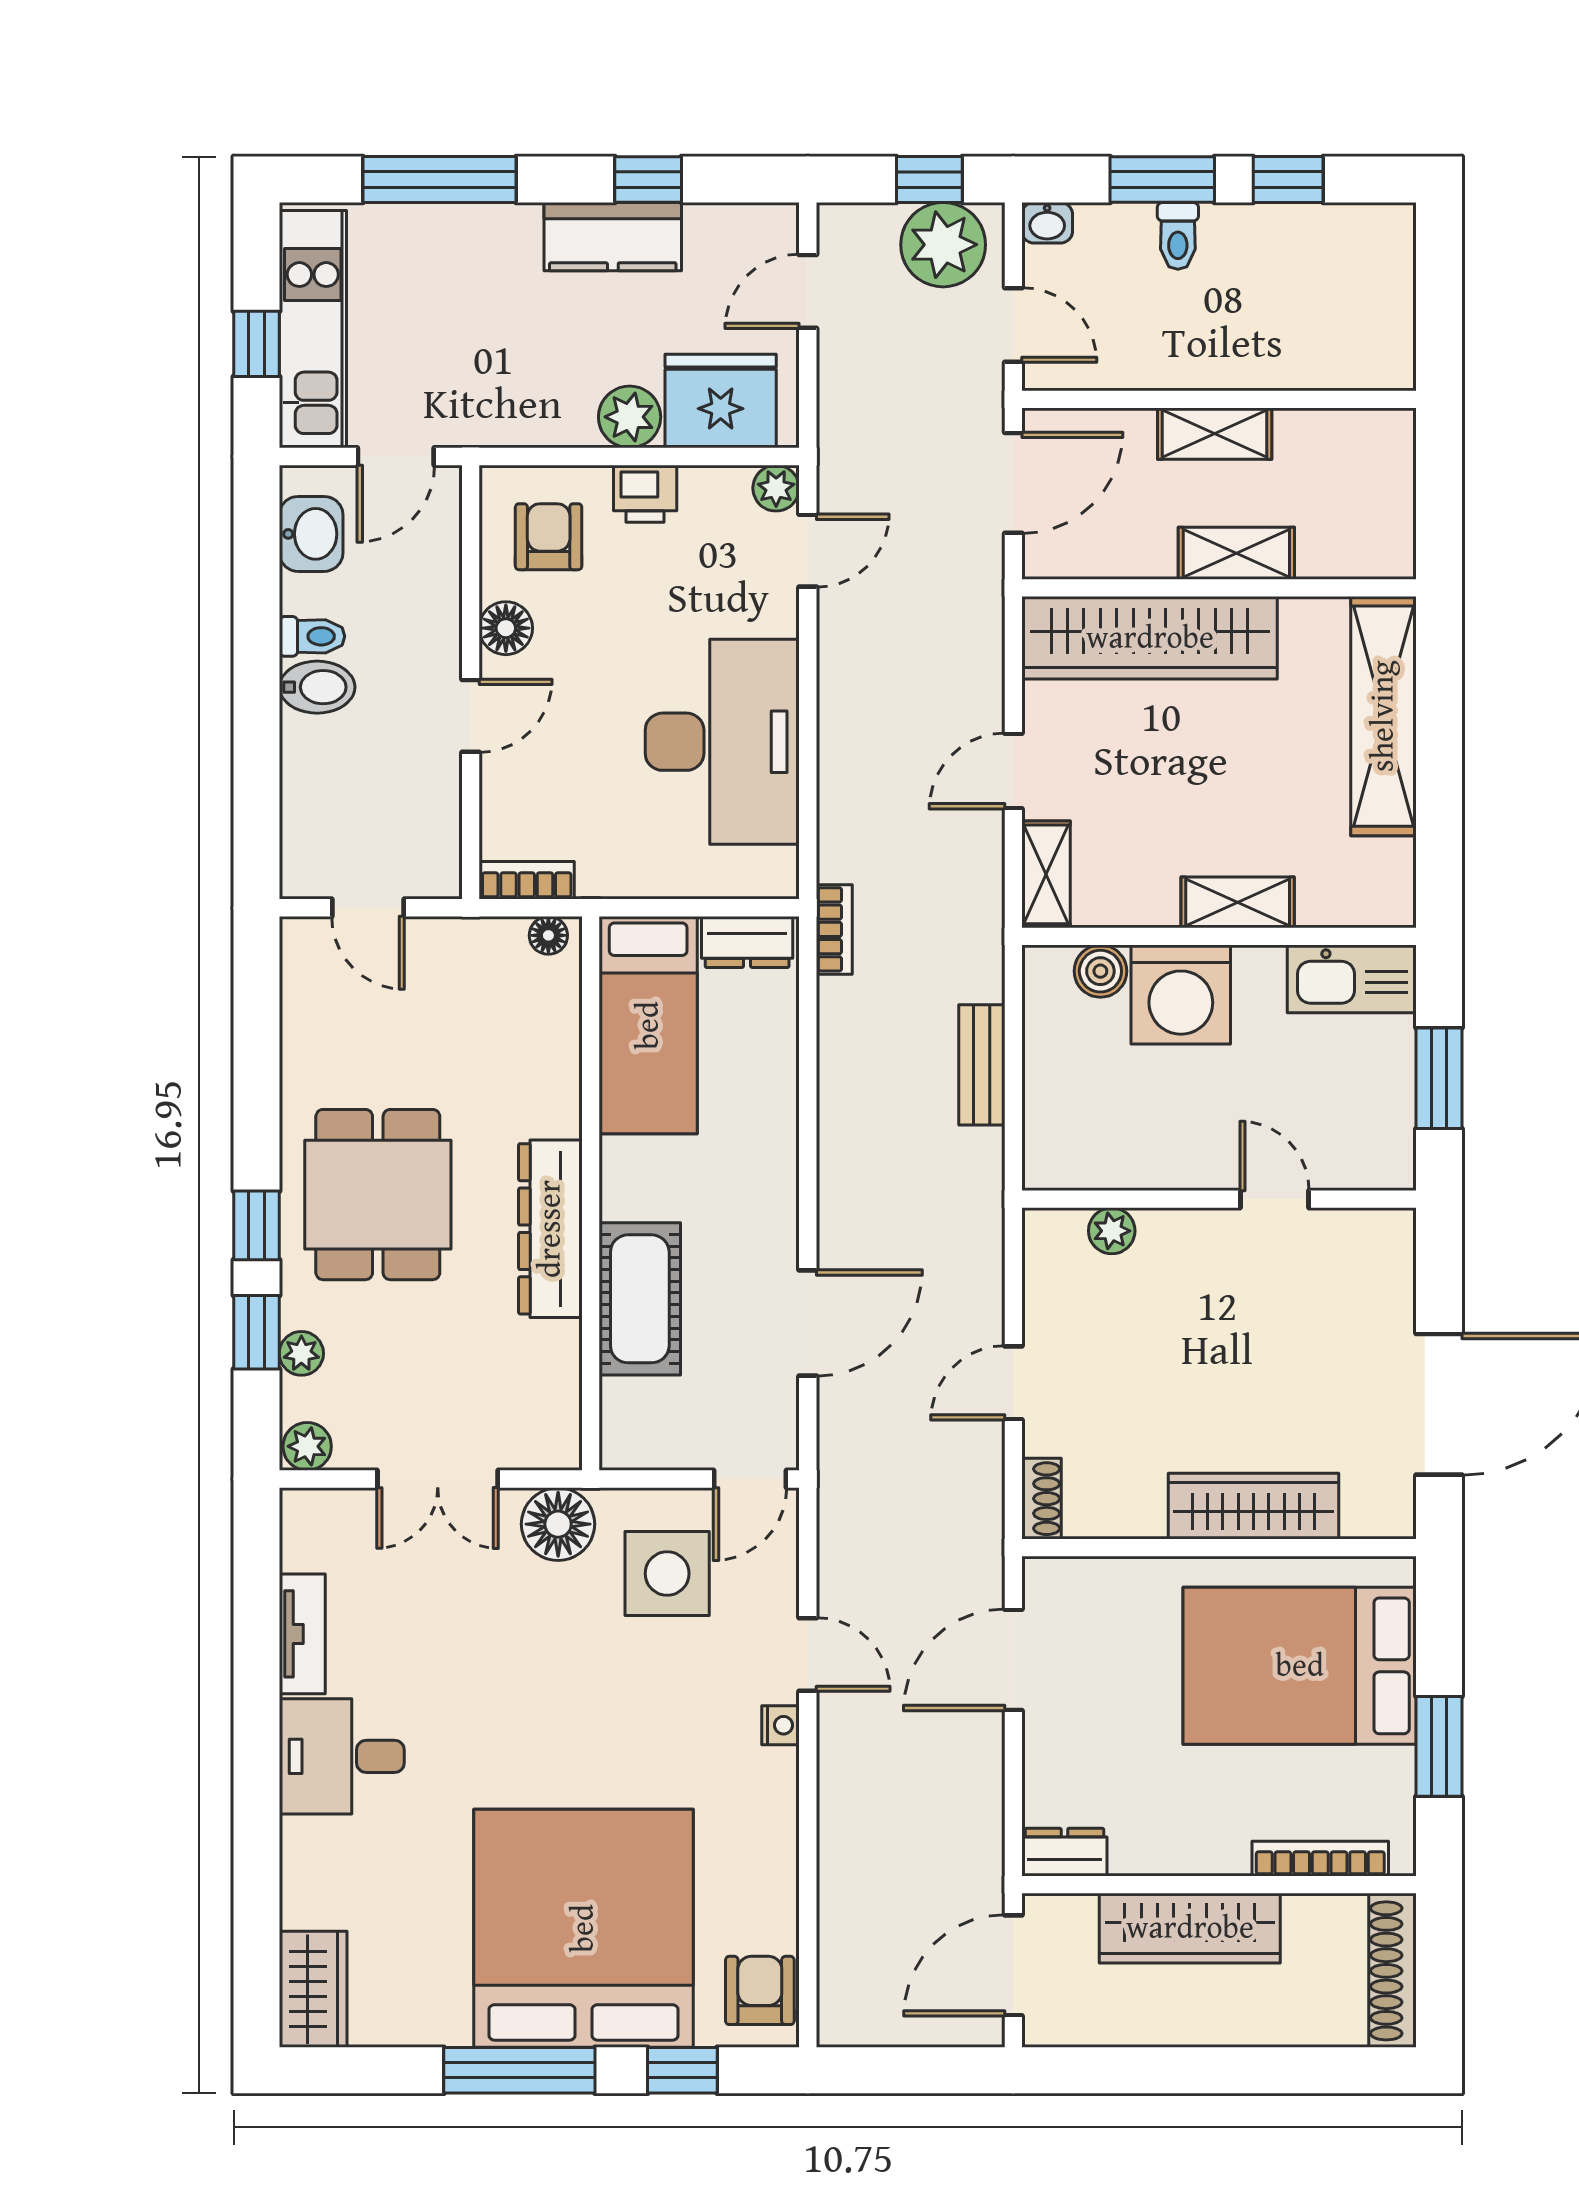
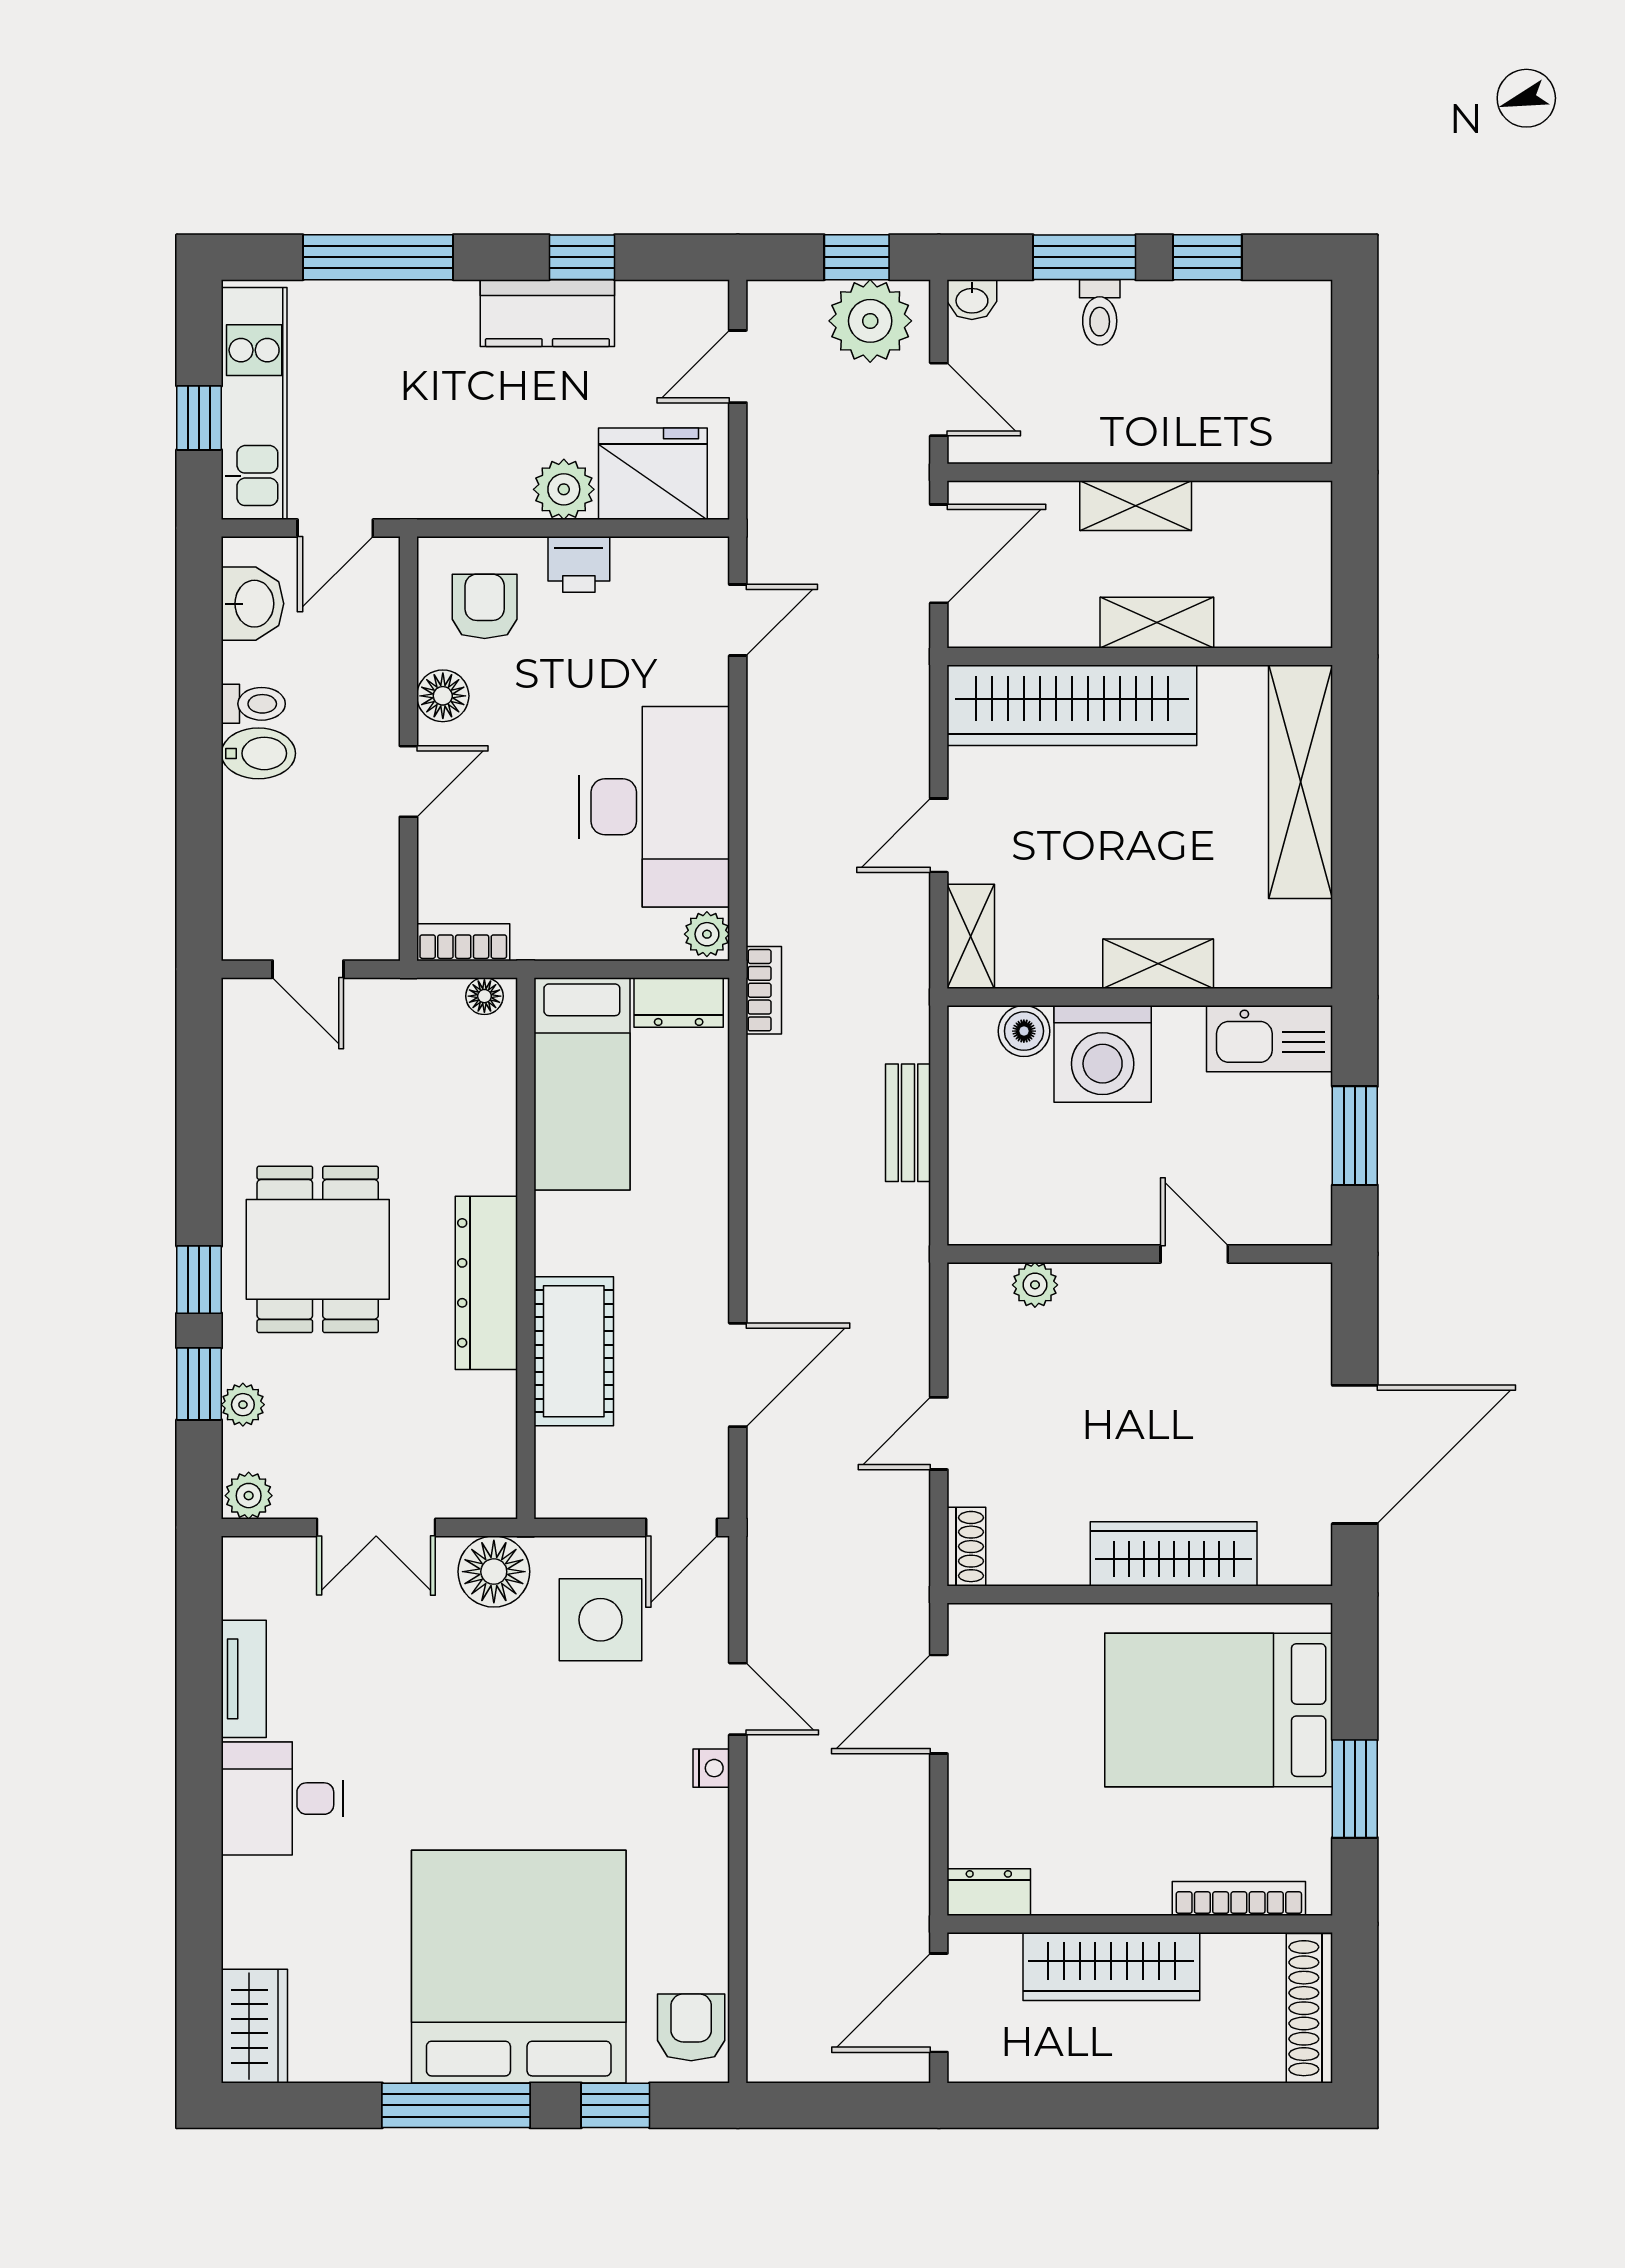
plant: (776, 488) -> (707, 934), moved

